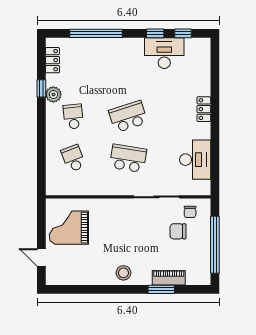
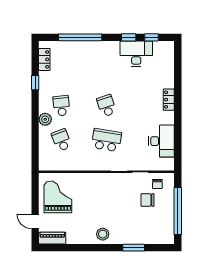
plant: (53, 94) -> (45, 119), moved
school desk: (128, 117) -> (106, 106), width x0.54
grand piano: (69, 228) -> (58, 197), turned 90
piano: (169, 278) -> (52, 238), moved

